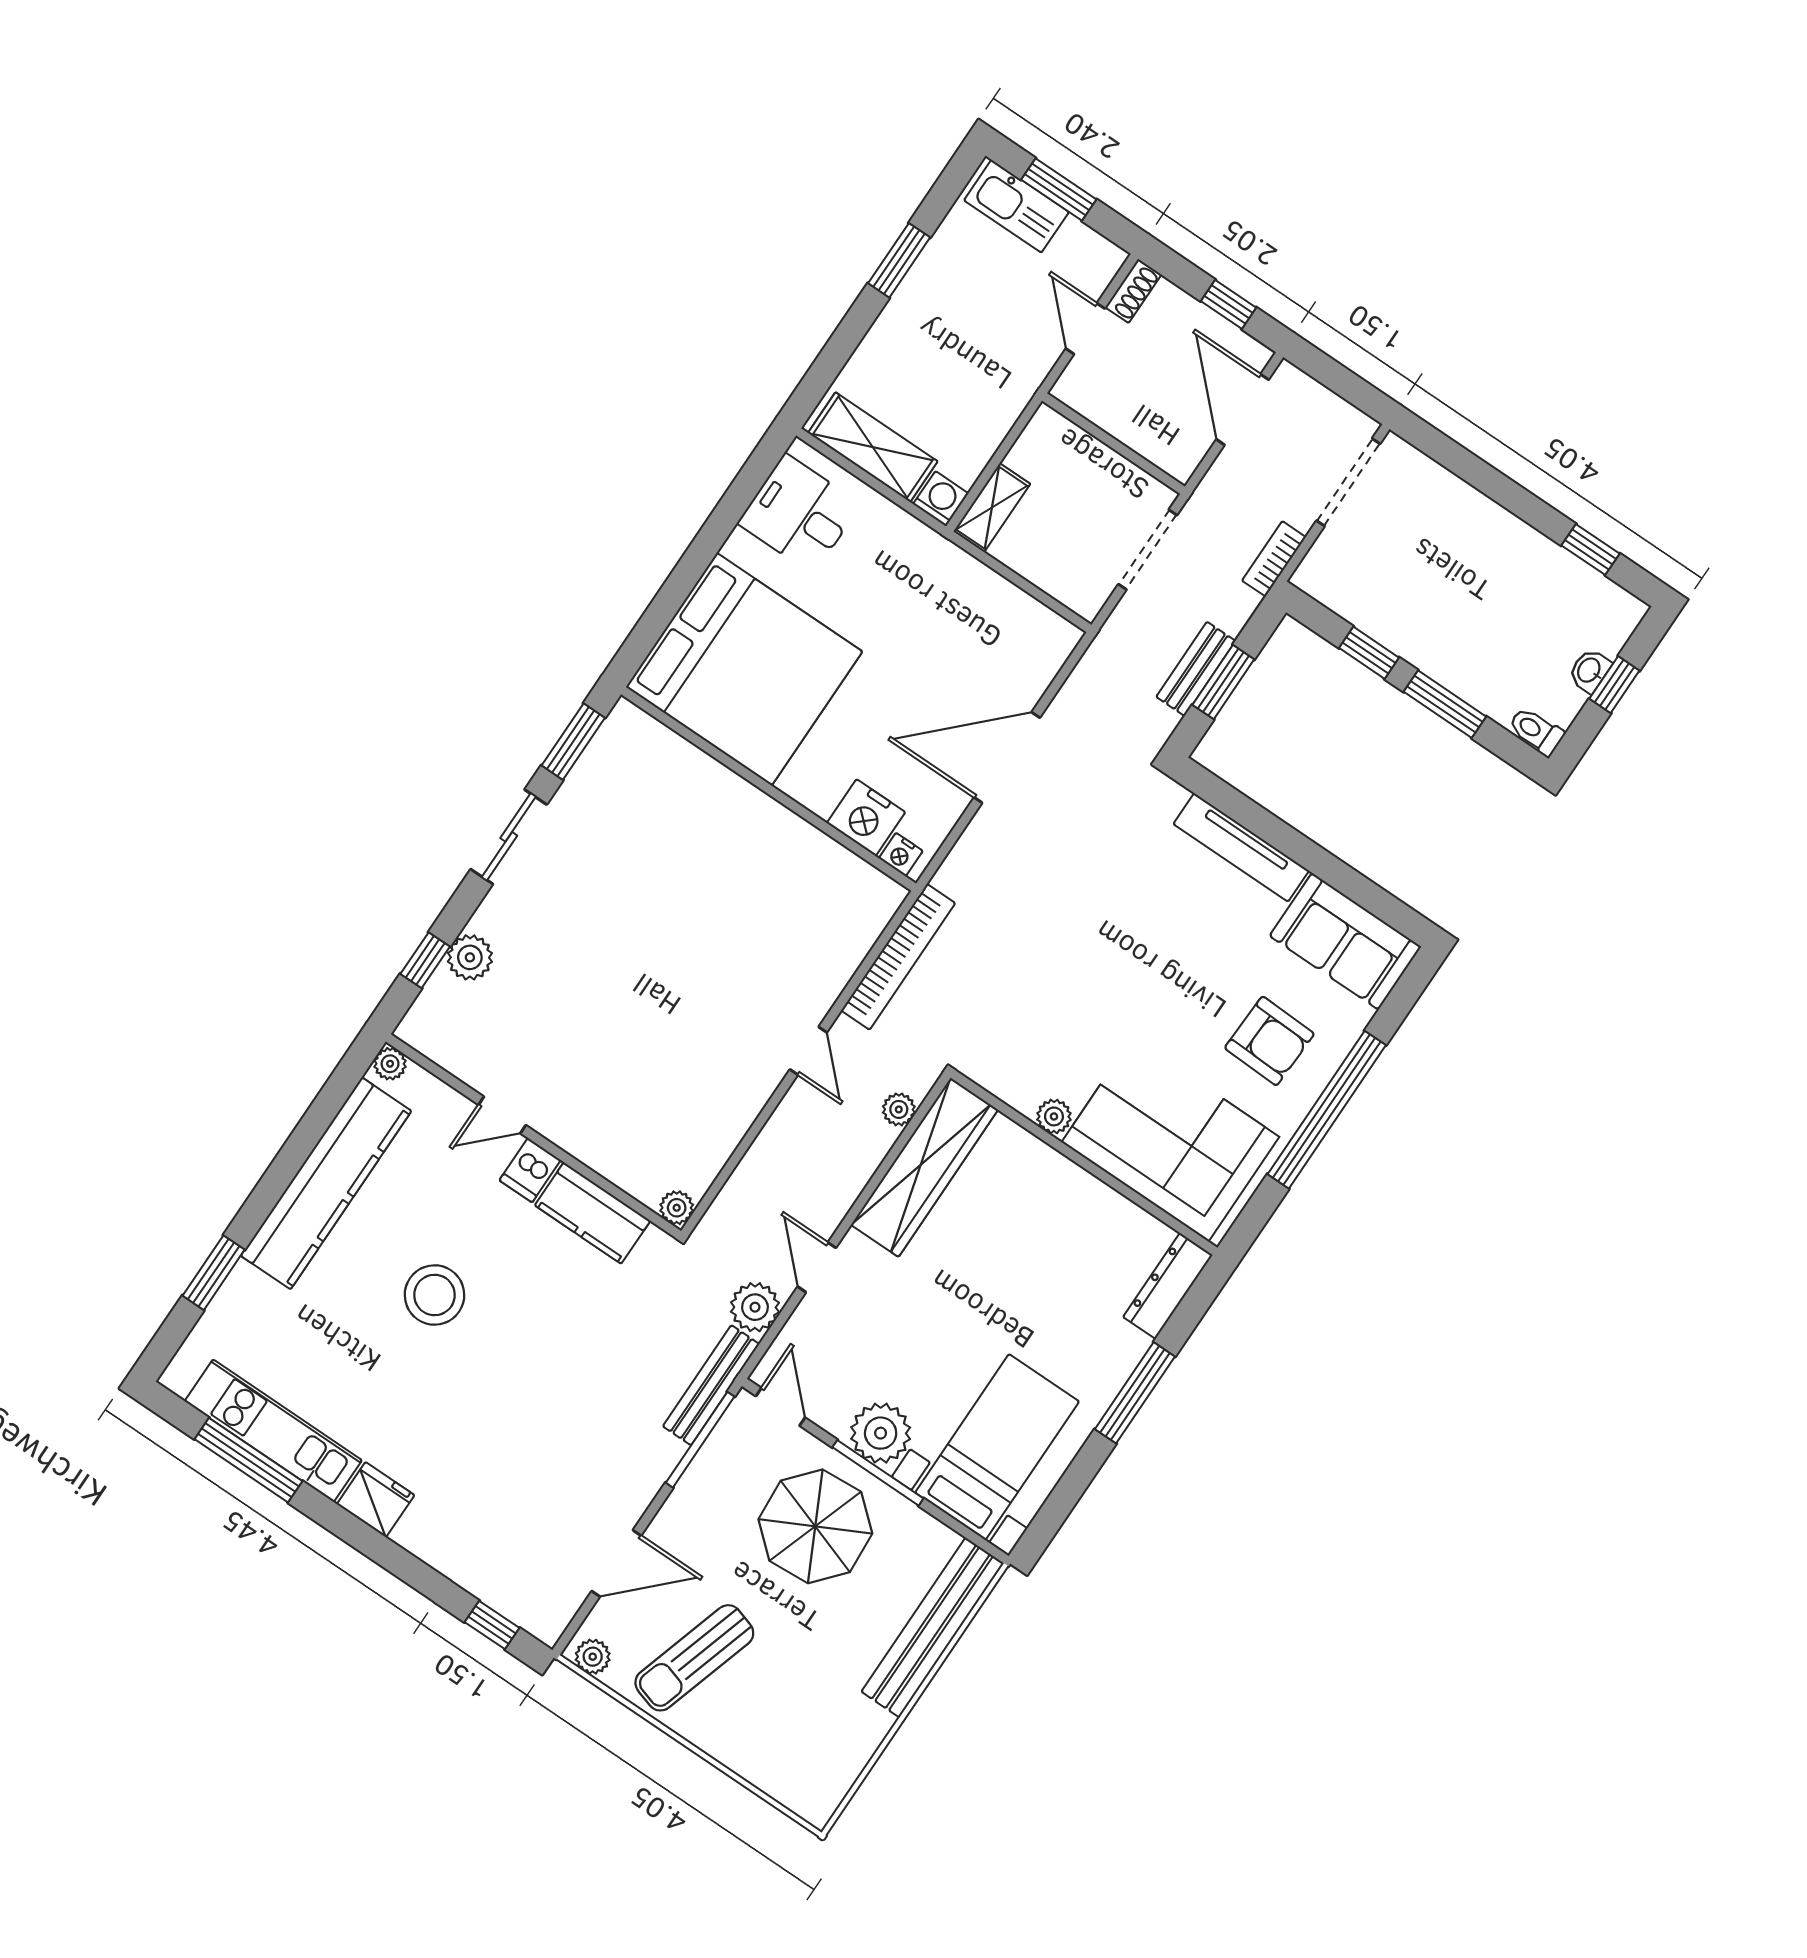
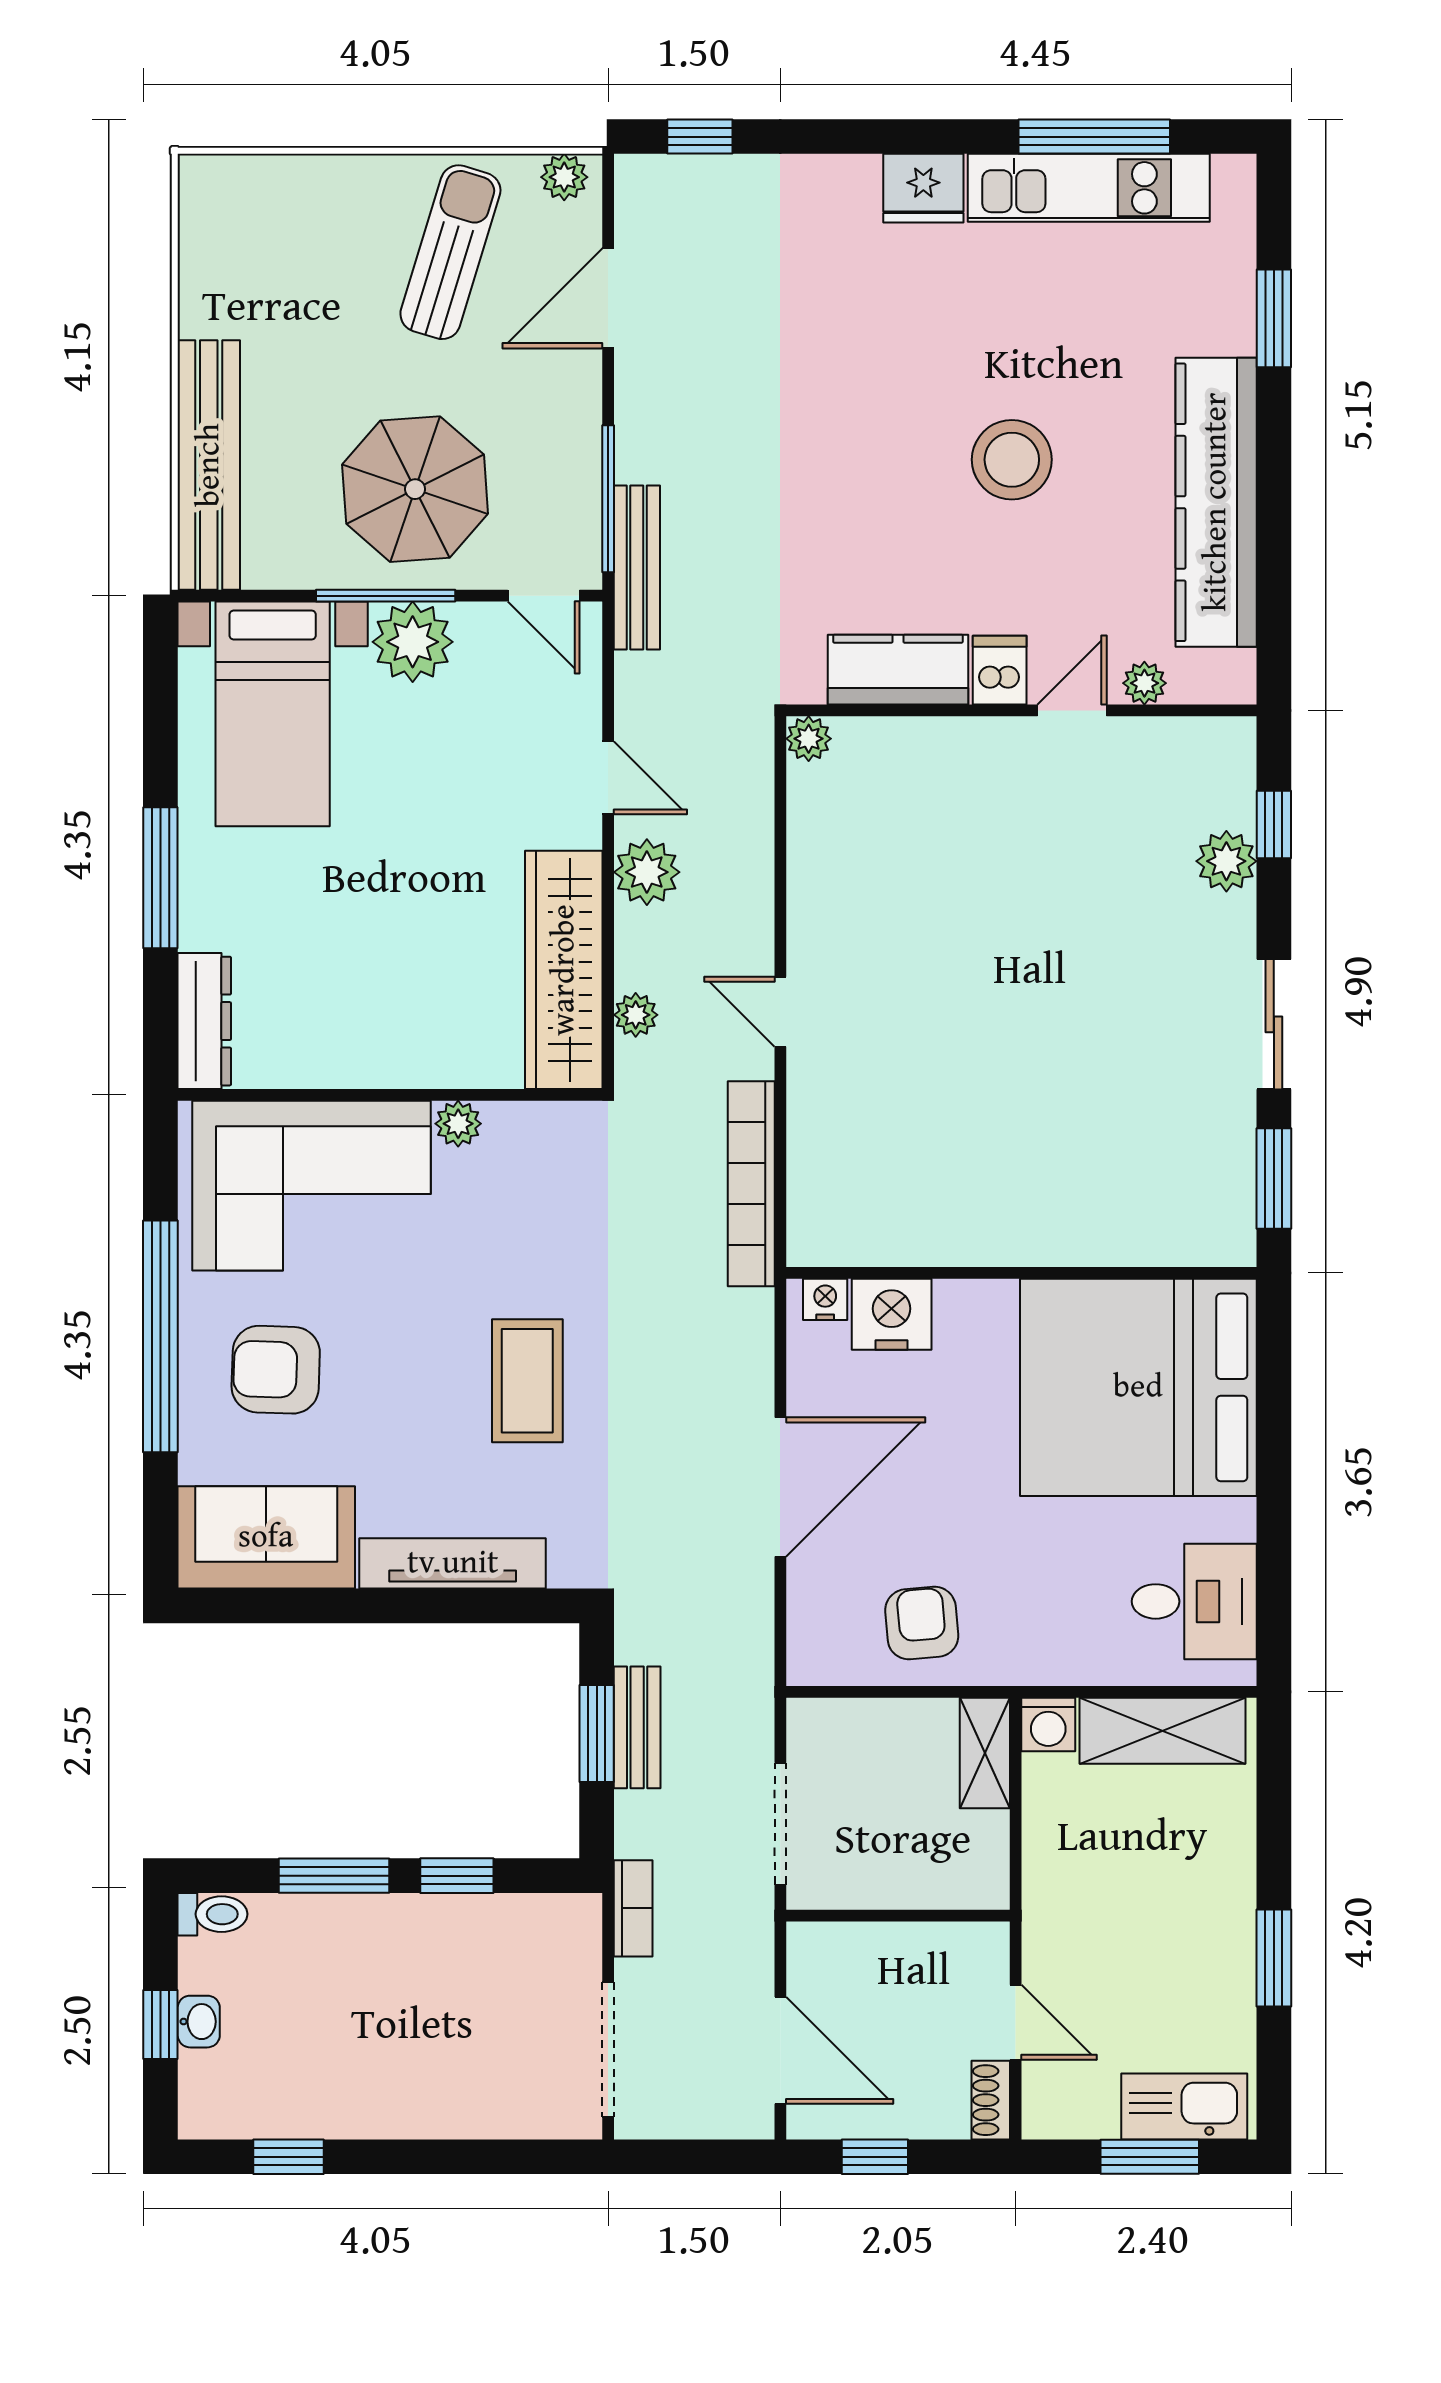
armchair: (976, 614) -> (922, 1623), added
coffee table: (1119, 929) -> (527, 1381), added
plant: (390, 1064) -> (1144, 683), moved
plant: (755, 1307) -> (647, 872), moved

